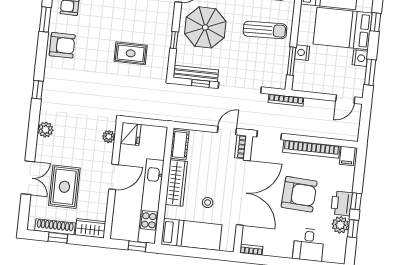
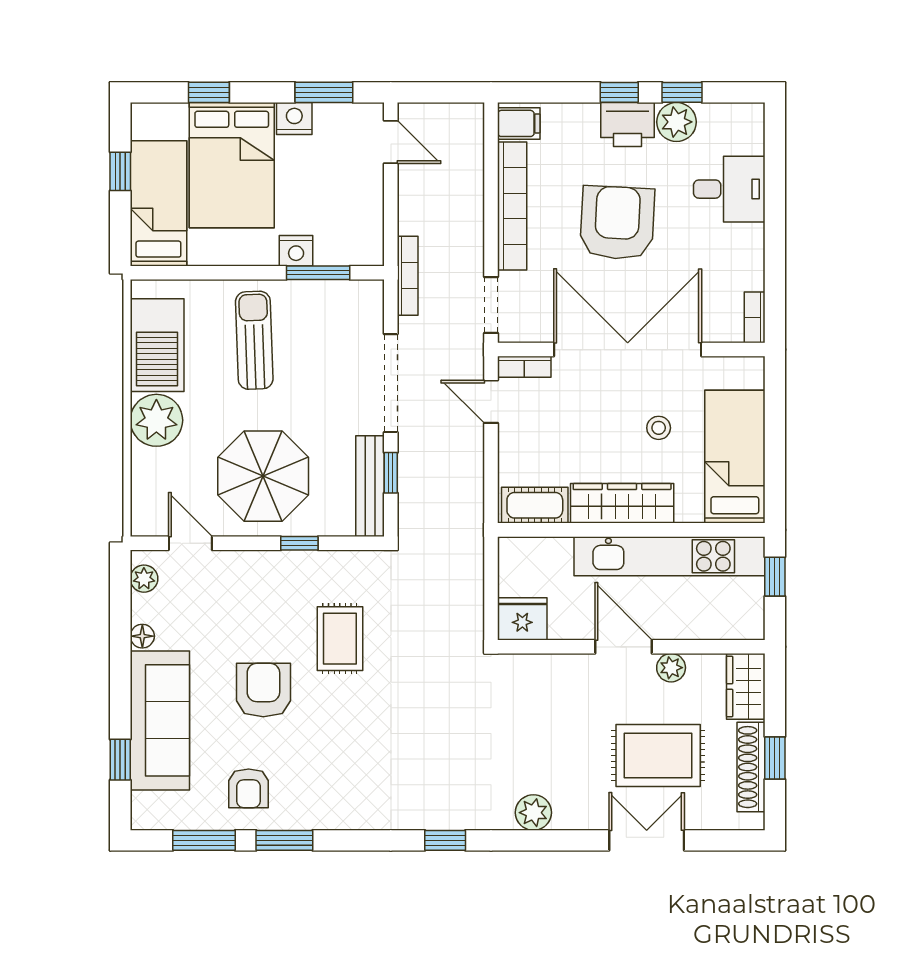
armchair: (62, 45) -> (263, 690), moved
plant: (109, 137) -> (671, 668), moved

